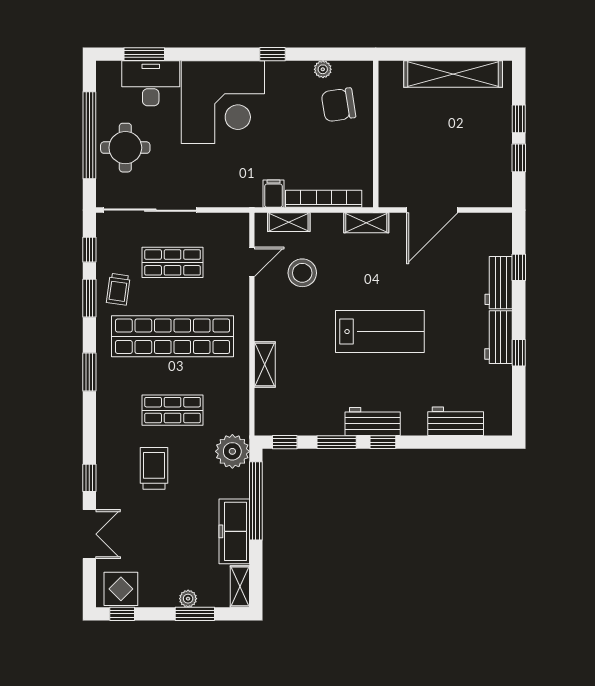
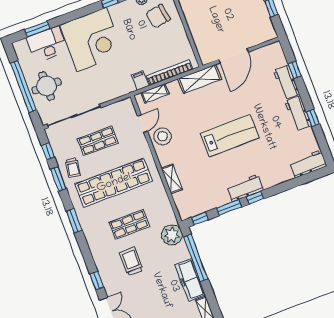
shelving: (366, 223) -> (200, 79), width x1.50, depth x1.33
stool: (302, 273) -> (163, 136), moved
workbench: (456, 421) -> (308, 164), moved

